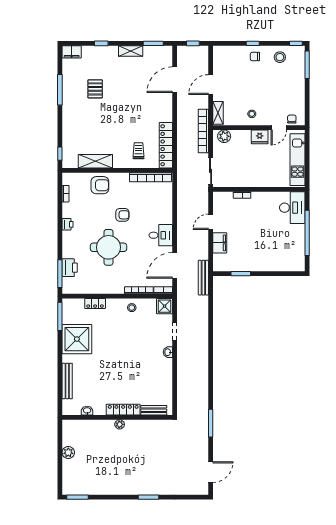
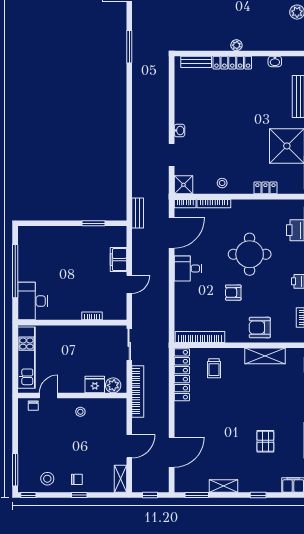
shelving: (218, 113) -> (120, 479), moved
fridge: (260, 137) -> (95, 385), moved
bench: (203, 278) -> (138, 213), width x0.73

